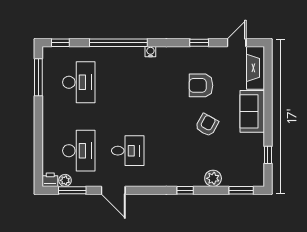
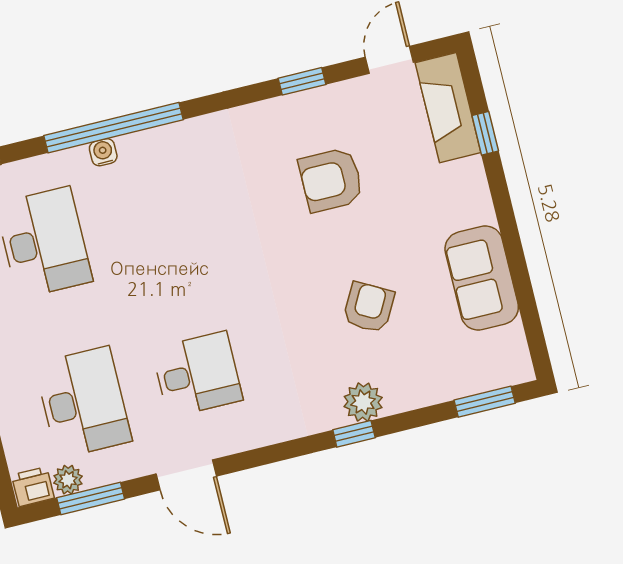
water cooler: (150, 52) -> (103, 152), moved
sofa: (252, 111) -> (482, 278), moved
armchair: (207, 125) -> (369, 307), moved
window: (268, 155) -> (485, 133), moved
plant: (213, 178) -> (363, 402), moved

